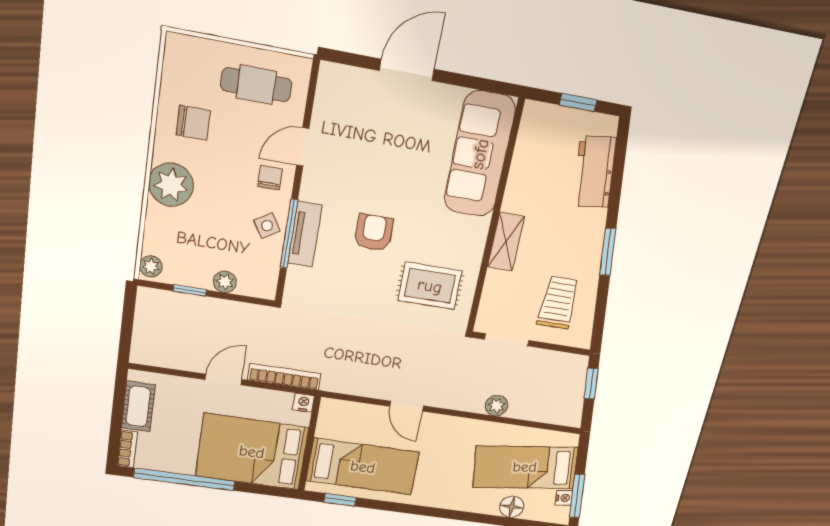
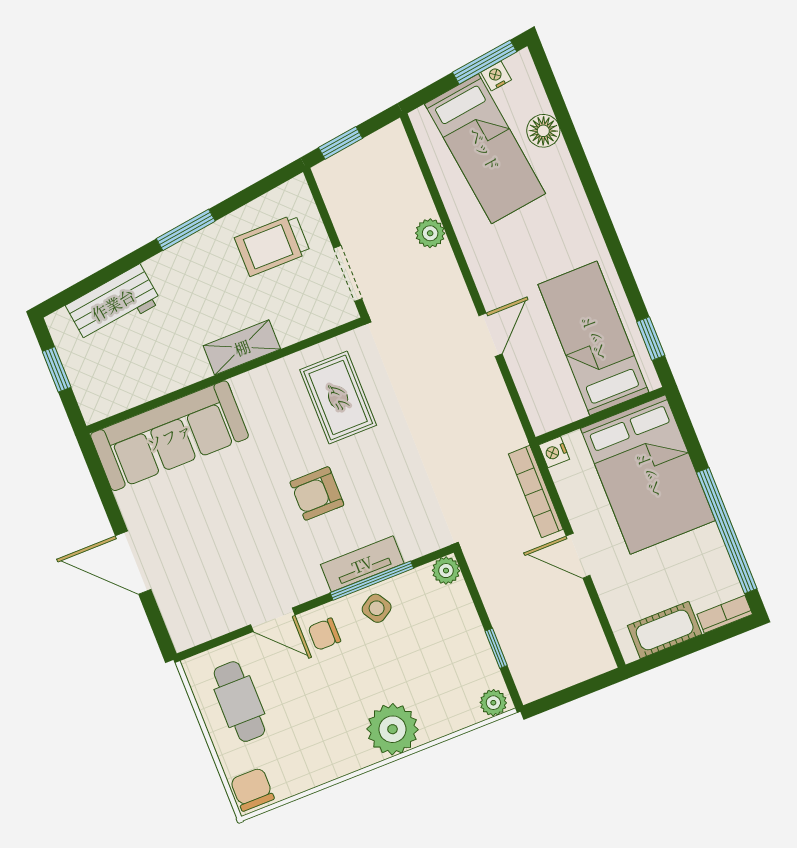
chair: (193, 123) -> (252, 789), moved
plant: (225, 282) -> (446, 571), moved

